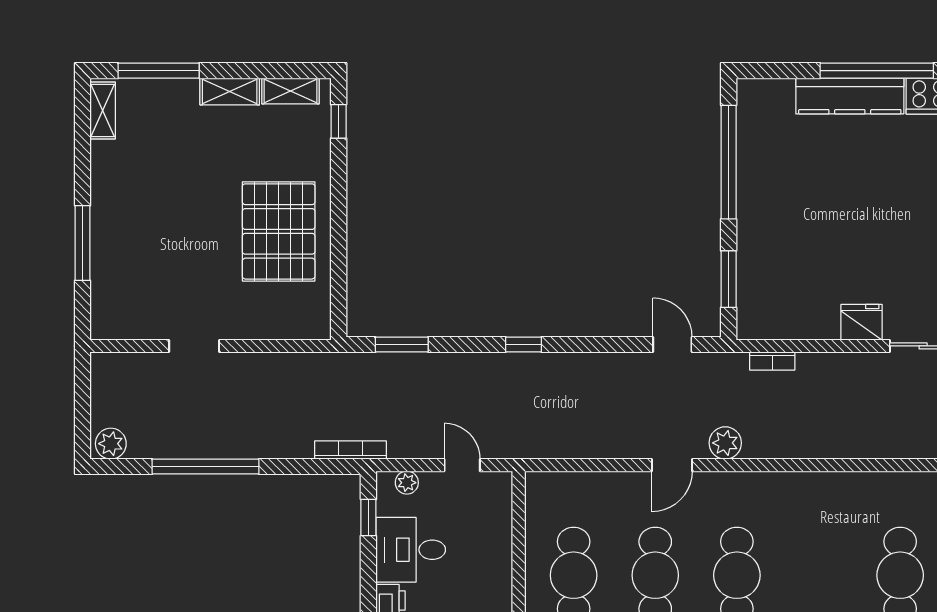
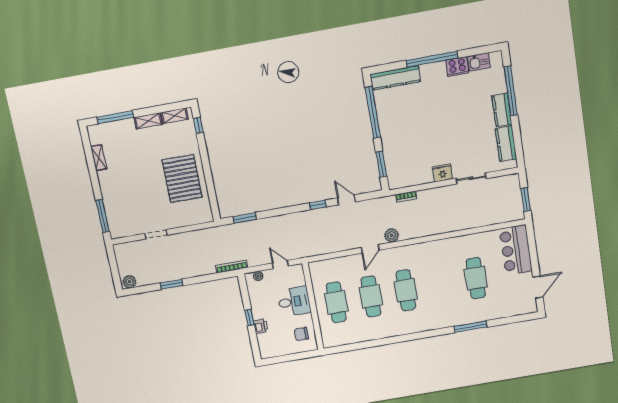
kitchen counter: (850, 96) -> (395, 78), moved
shelving: (103, 111) -> (99, 158), moved
window: (83, 243) -> (103, 216), moved
window: (523, 344) -> (318, 205), moved
door: (672, 344) -> (346, 200), moved
window: (206, 467) -> (172, 284), width x0.47
window: (368, 517) -> (249, 317), moved
desk: (411, 550) -> (294, 302), moved, turned 180

